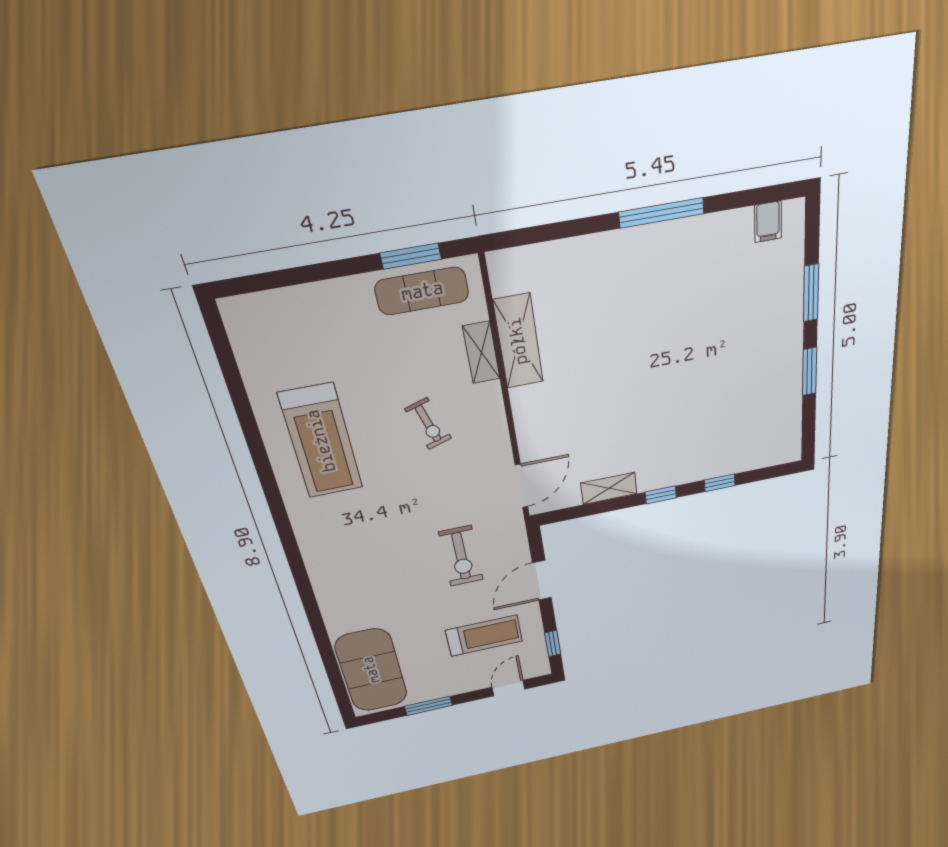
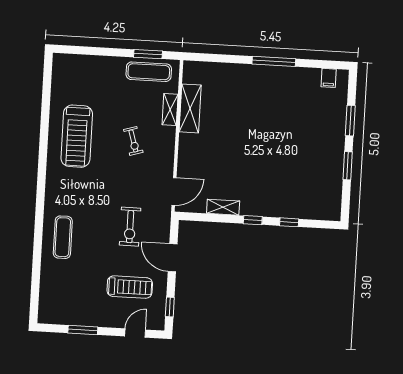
door: (542, 580) -> (173, 258), hinge flipped
exercise mat: (371, 670) -> (63, 237), moved, width x0.50, depth x0.69

